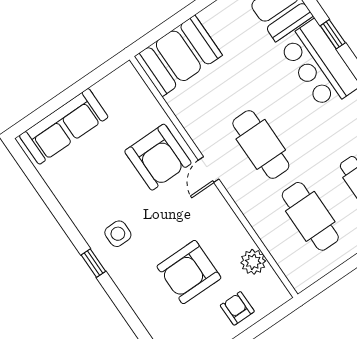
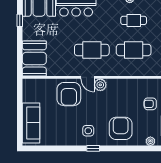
armchair: (158, 157) -> (69, 94), turned 90
plant: (253, 262) -> (100, 85), moved
armchair: (189, 272) -> (121, 128), moved, turned 180

